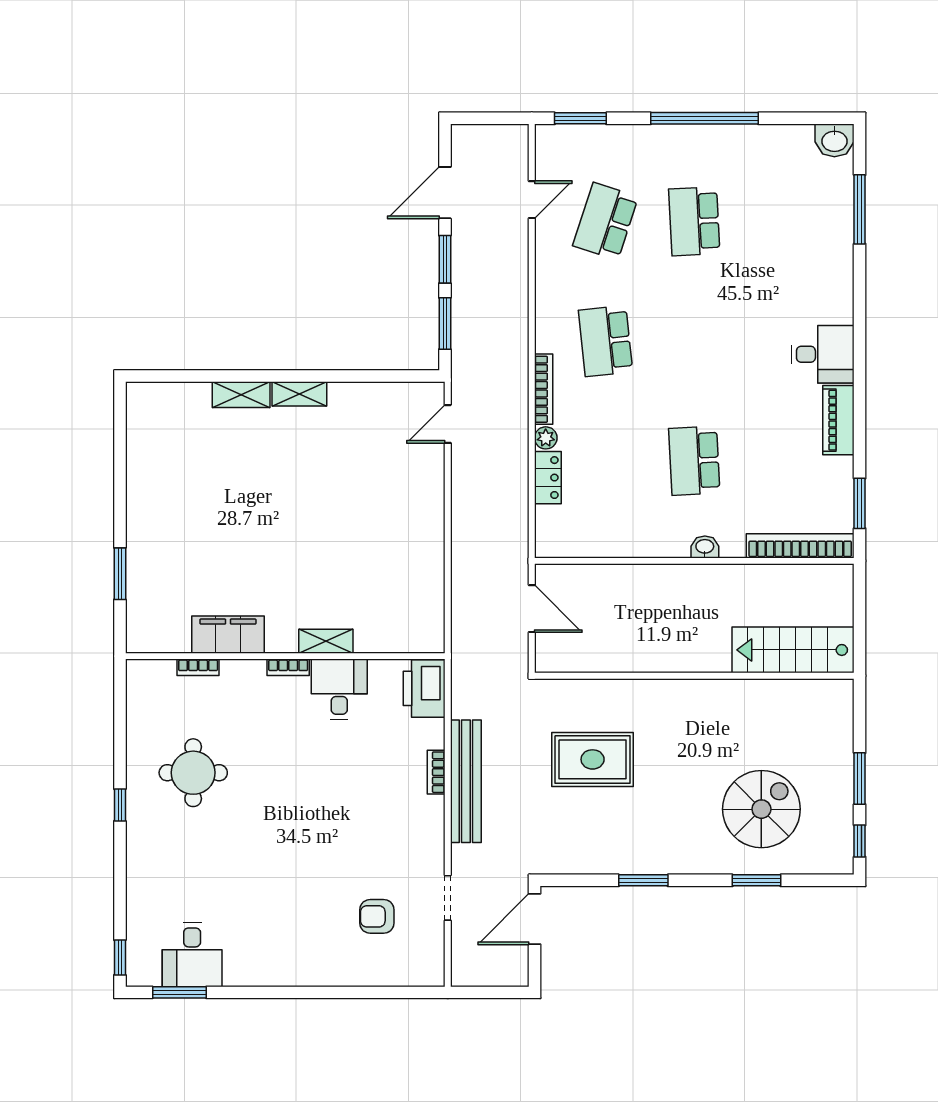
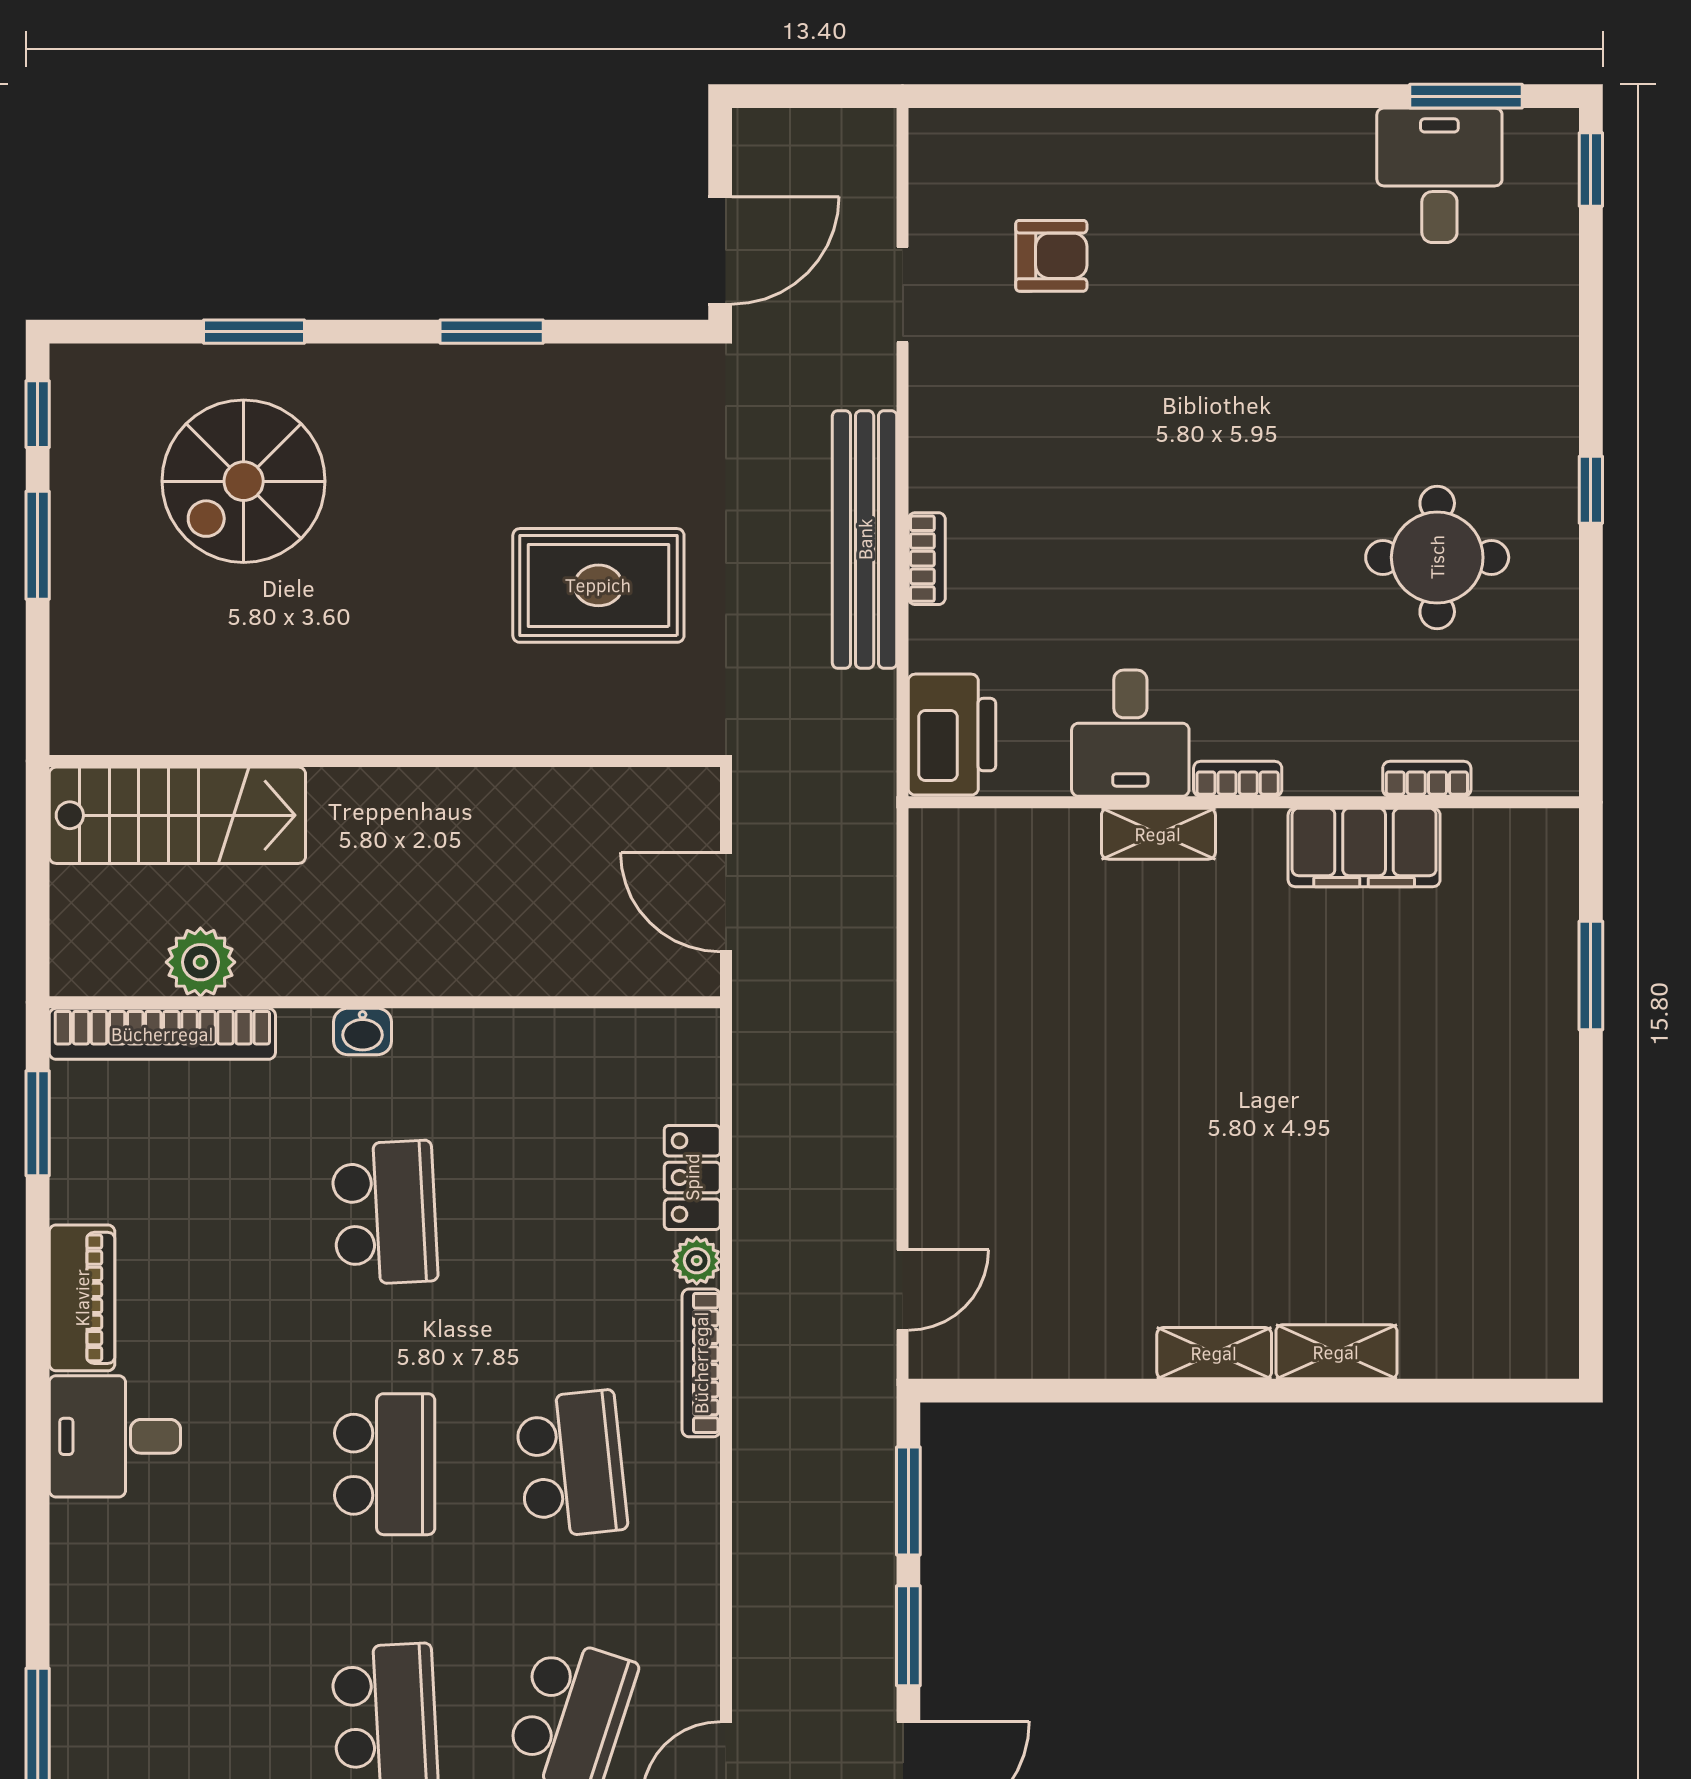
school desk: (694, 341) -> (385, 1464), added
plant: (782, 580) -> (200, 962), added

